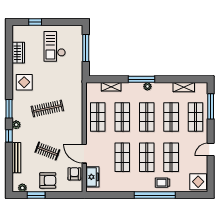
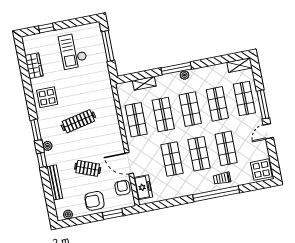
shelving: (184, 87) -> (240, 65), moved
window: (211, 106) -> (263, 104), moved
armchair: (48, 180) -> (94, 201), turned 180
window: (36, 195) -> (113, 214), moved

